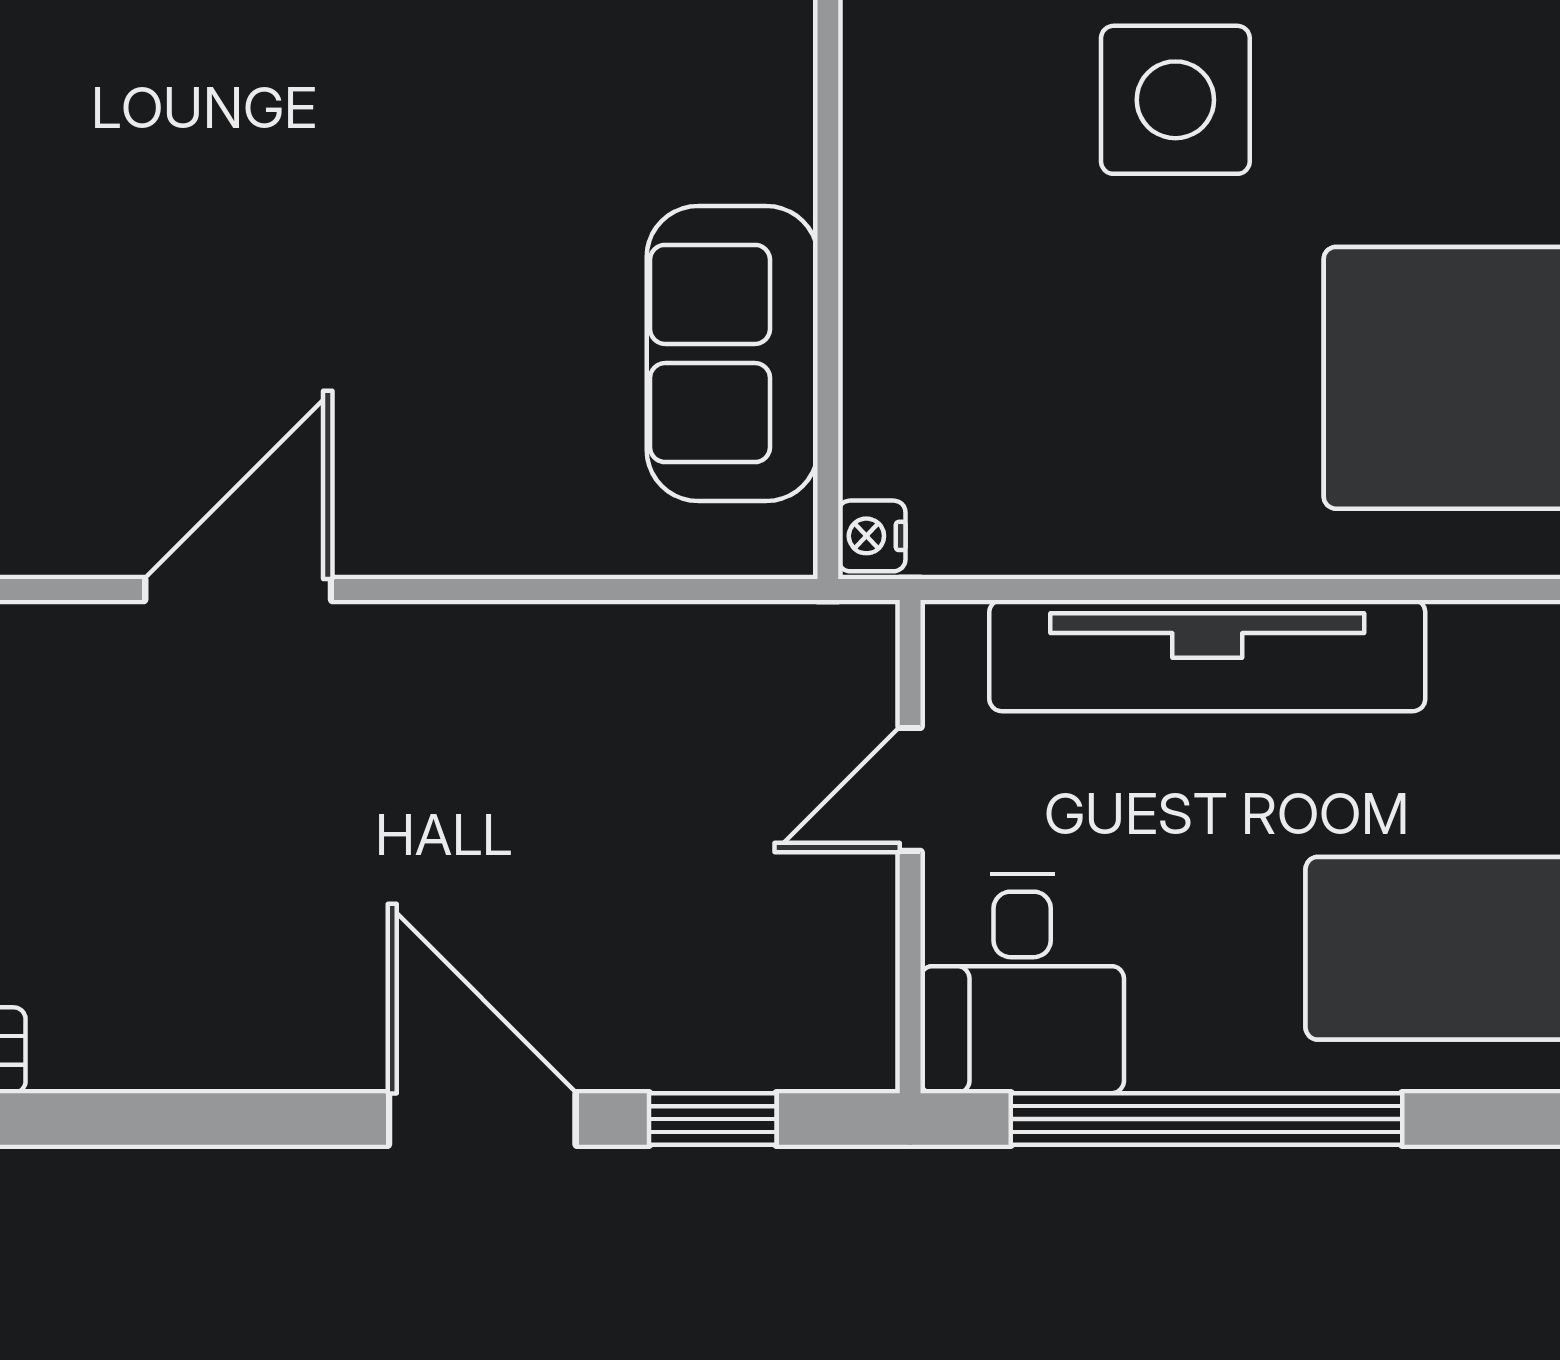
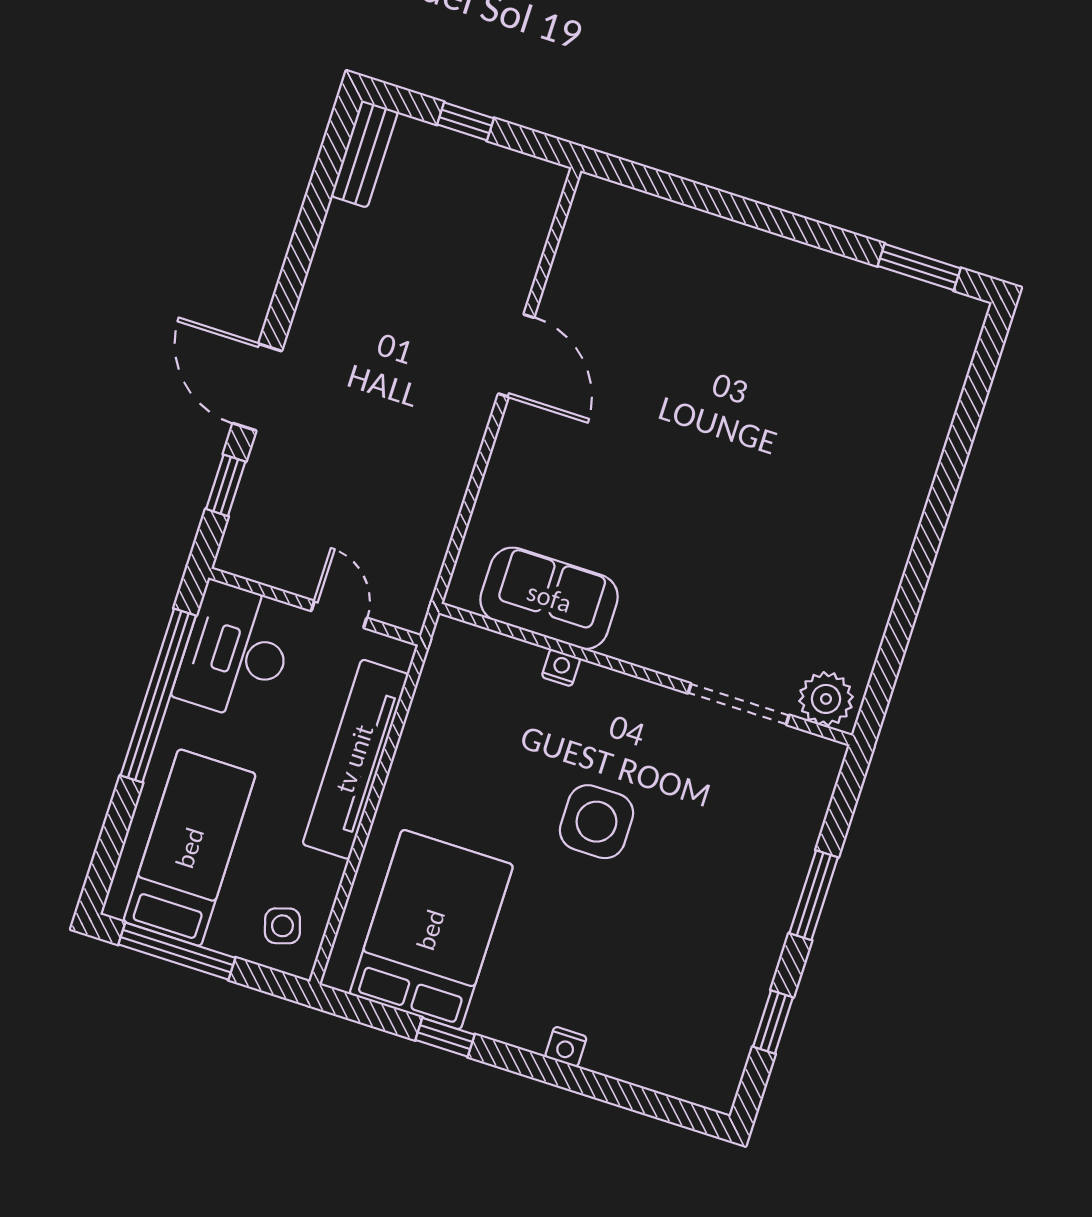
nightstand: (872, 536) -> (561, 668), moved
desk: (1022, 984) -> (236, 652), width x1.37
door: (482, 1119) -> (257, 387), swing flipped

